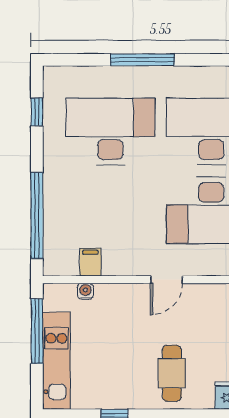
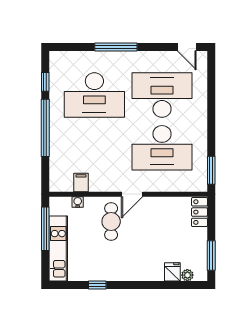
desk: (110, 132) -> (94, 95), turned 180
window: (37, 216) -> (45, 128), moved
cafe table: (172, 373) -> (111, 222), moved

